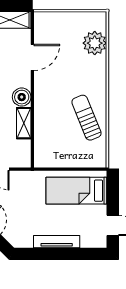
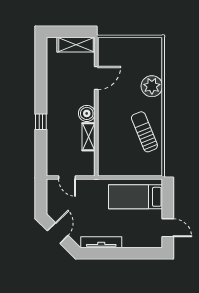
plant: (95, 43) -> (152, 86), moved
tv unit: (57, 242) -> (101, 242), moved

